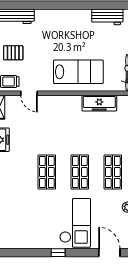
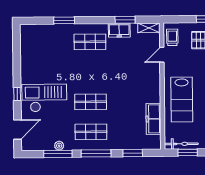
shop shelf: (47, 172) -> (90, 42), moved
checkout: (75, 223) -> (44, 98), turned 180
window: (58, 253) -> (17, 94), moved

